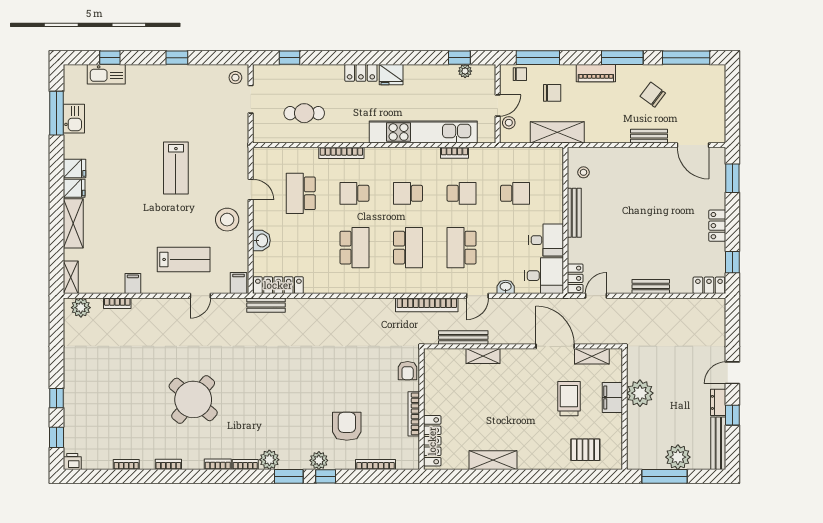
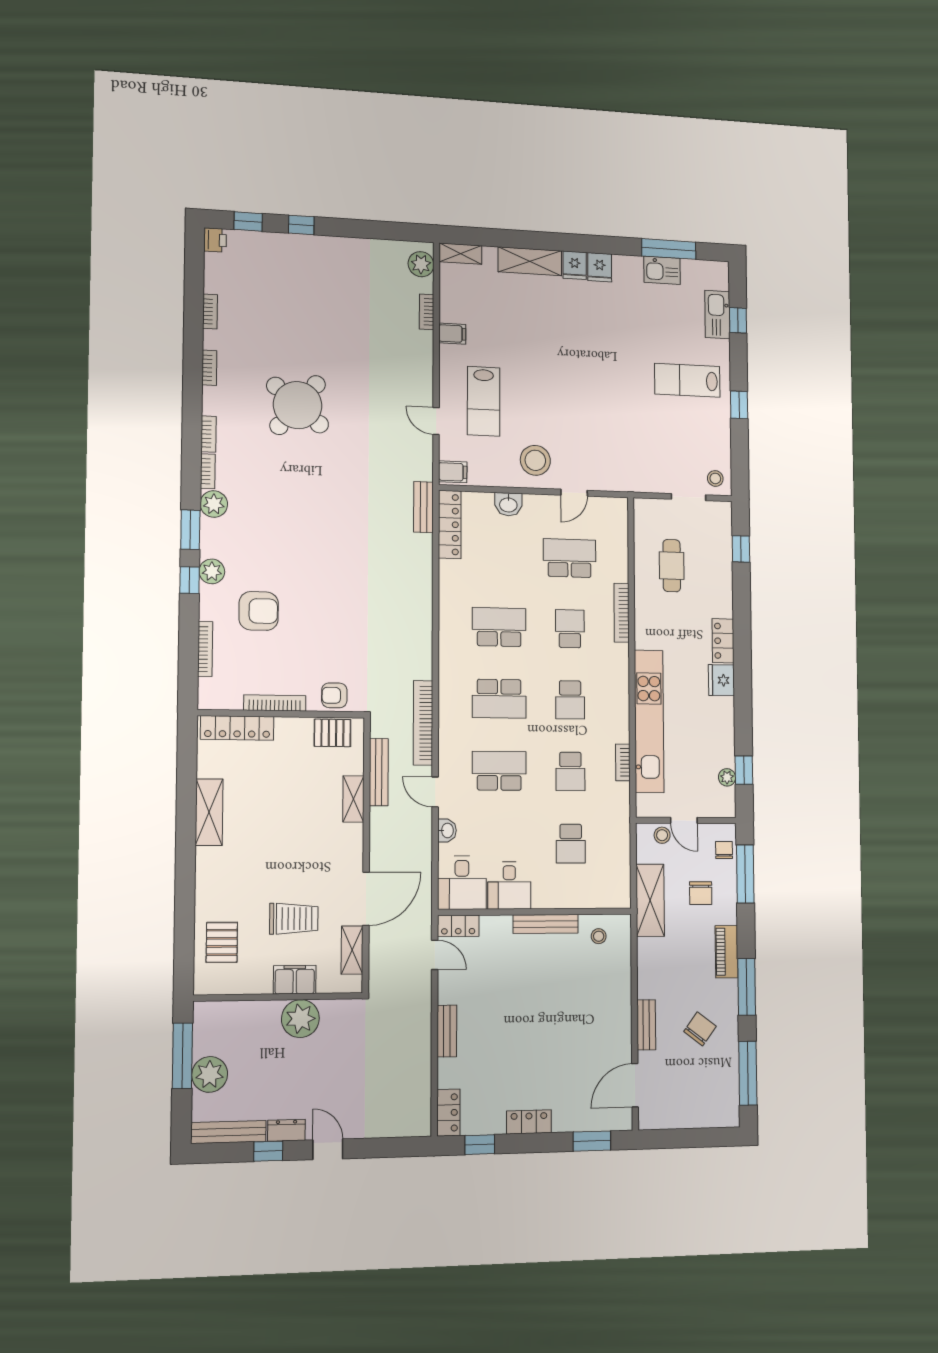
chair: (520, 74) -> (724, 850), turned 180
lab bench: (176, 168) -> (687, 380), moved
school desk: (408, 193) -> (570, 700), turned 180
school desk: (354, 248) -> (499, 627), turned 180
pallet: (435, 372) -> (332, 733), added

